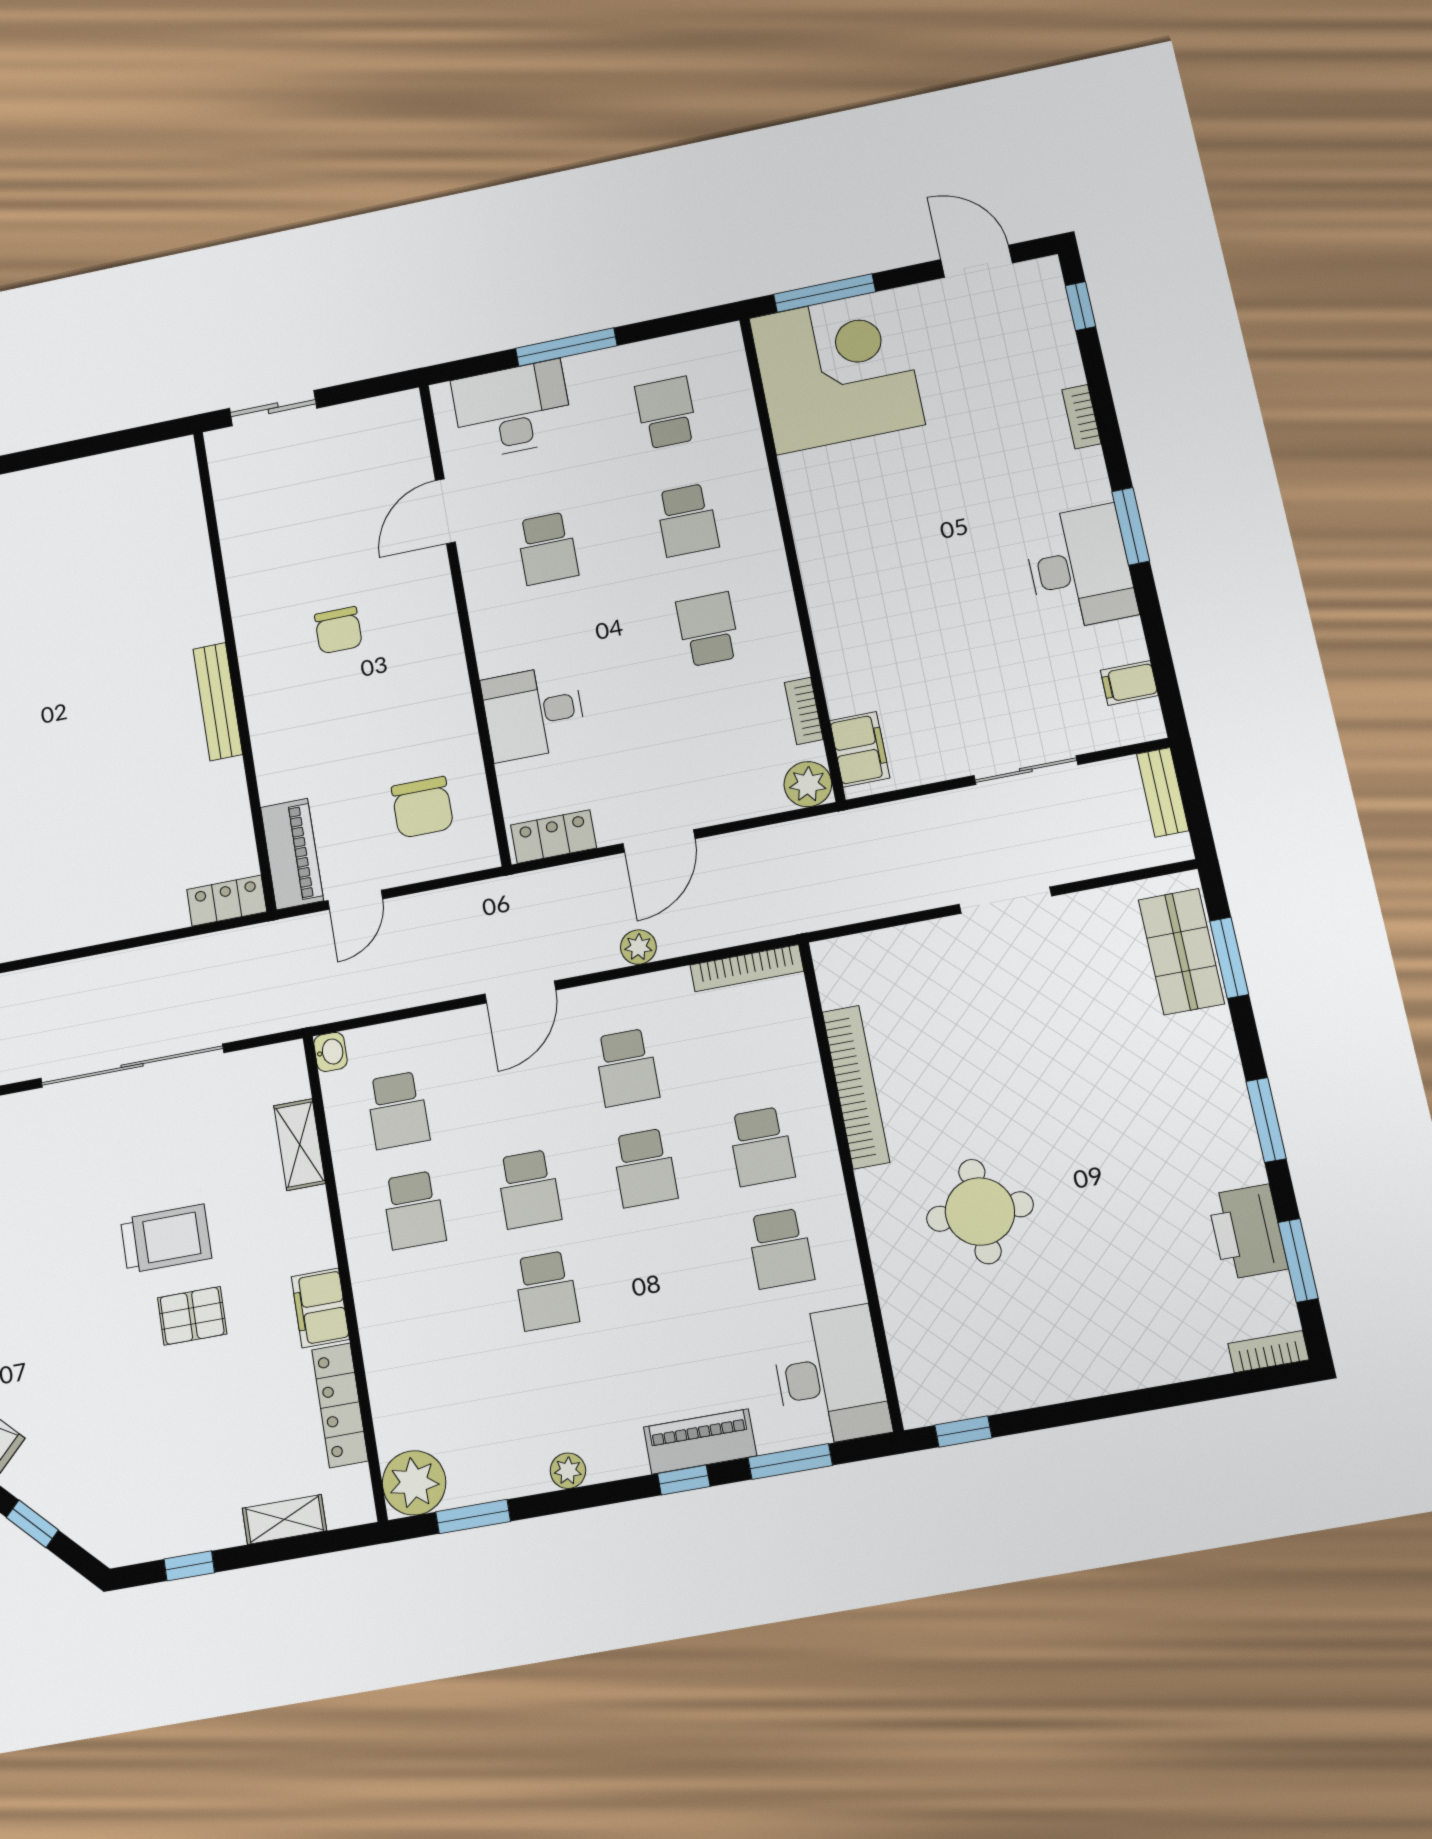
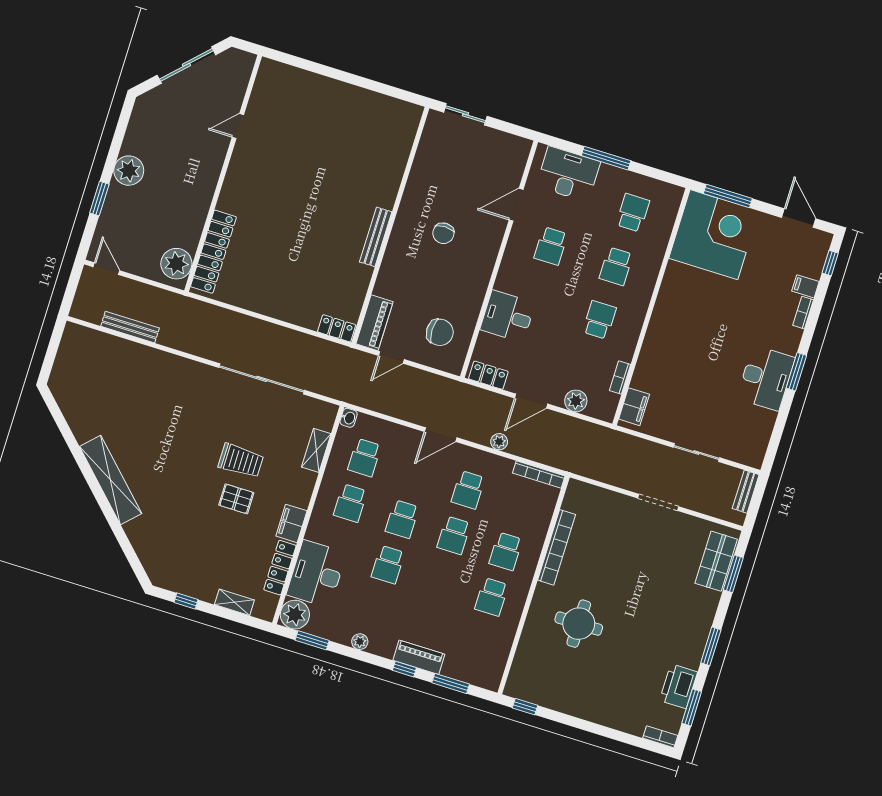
filing cabinet: (1129, 683) -> (805, 286), moved
plant: (808, 784) -> (576, 401), moved
chair: (422, 807) -> (440, 332), turned -90
desk: (830, 1376) -> (316, 574), moved, turned 180
window: (32, 1524) -> (129, 551), removed

